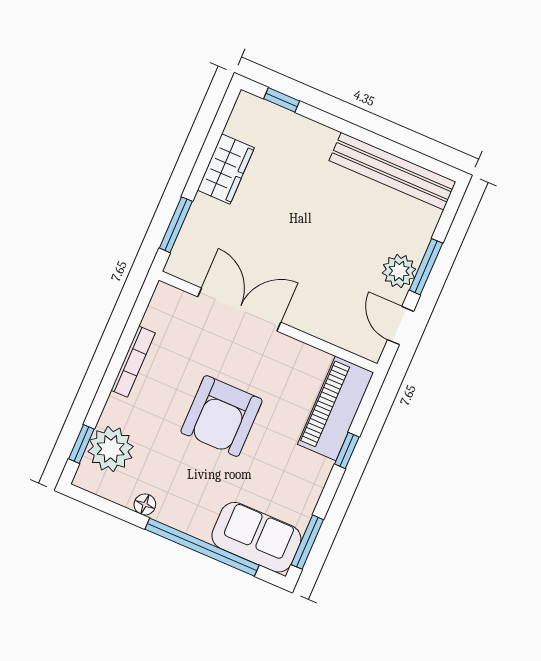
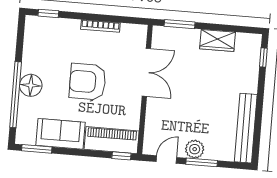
plant: (111, 449) -> (51, 30), removed
window: (347, 450) -> (121, 156), moved
floor lamp: (145, 504) -> (31, 85), moved, width x1.89, depth x1.89
sofa: (256, 537) -> (60, 134), moved, turned -90

